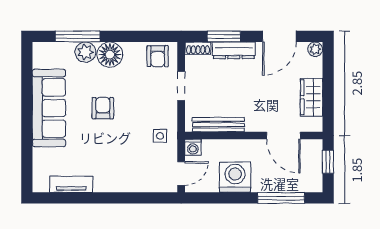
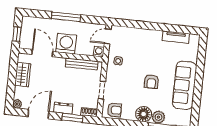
dresser: (234, 50) -> (63, 108), width x0.70
armchair: (158, 56) -> (114, 110), turned 90
washing machine: (235, 177) -> (66, 44), moved, turned 180
window: (281, 198) -> (66, 17), moved

